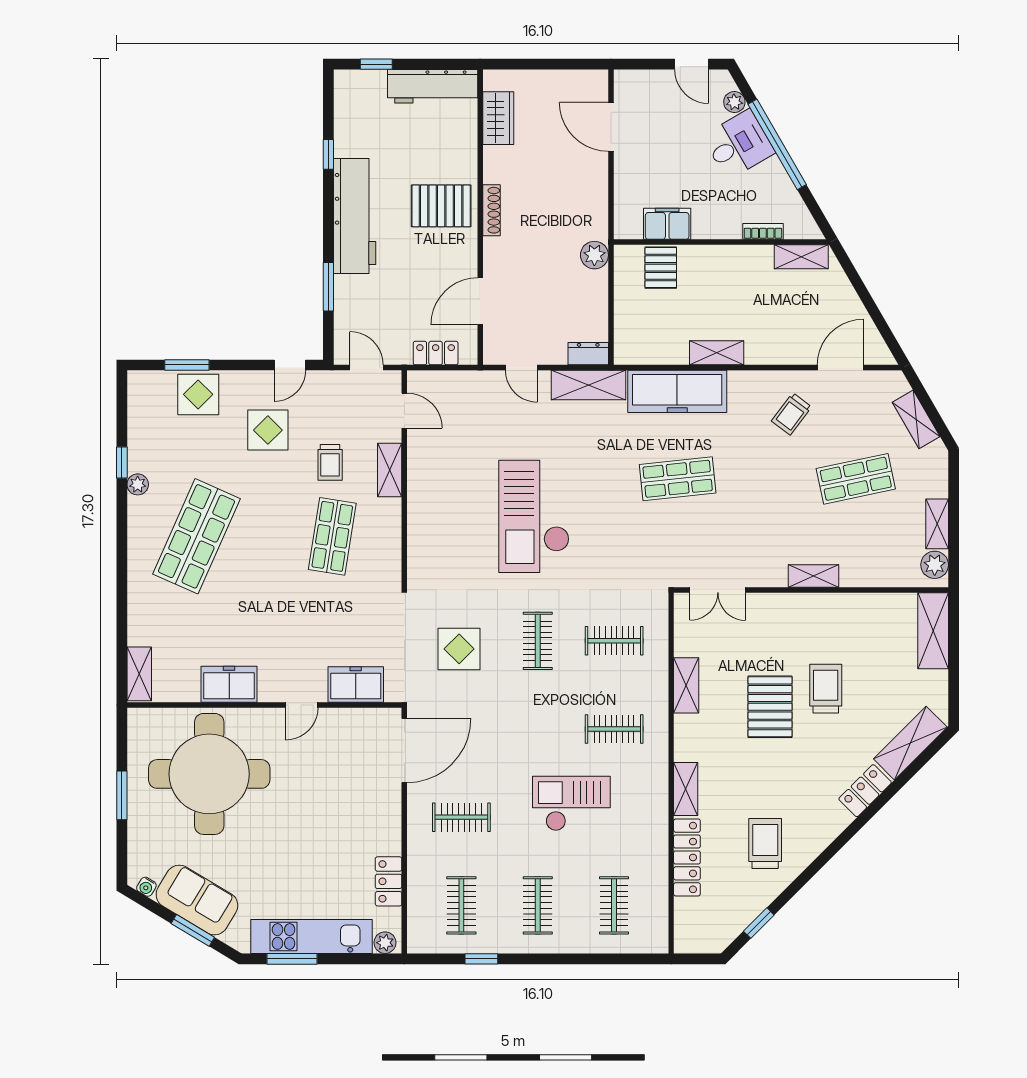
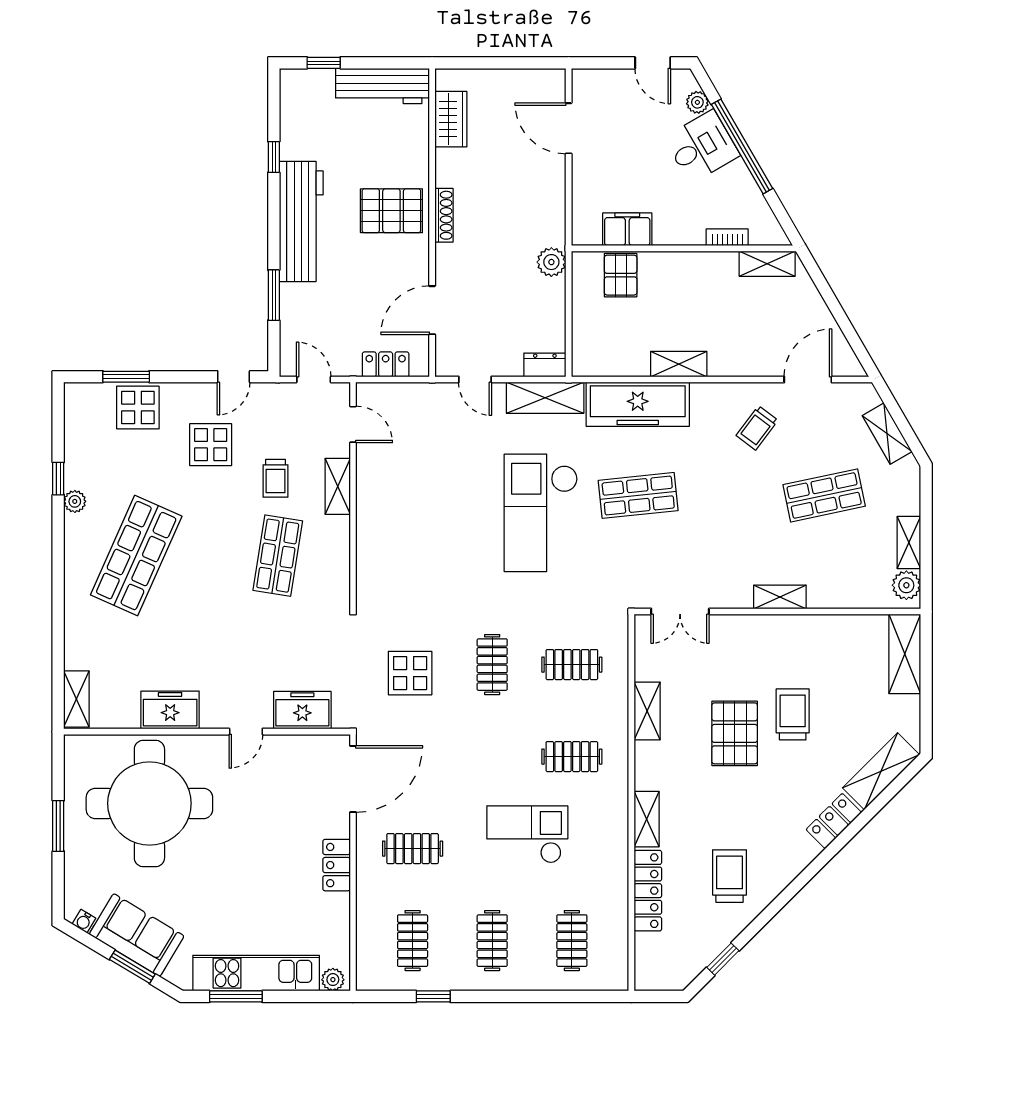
checkout: (534, 516) -> (541, 513), moved
locker: (389, 881) -> (337, 865), moved

